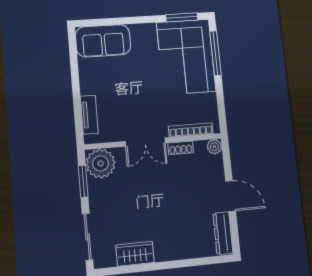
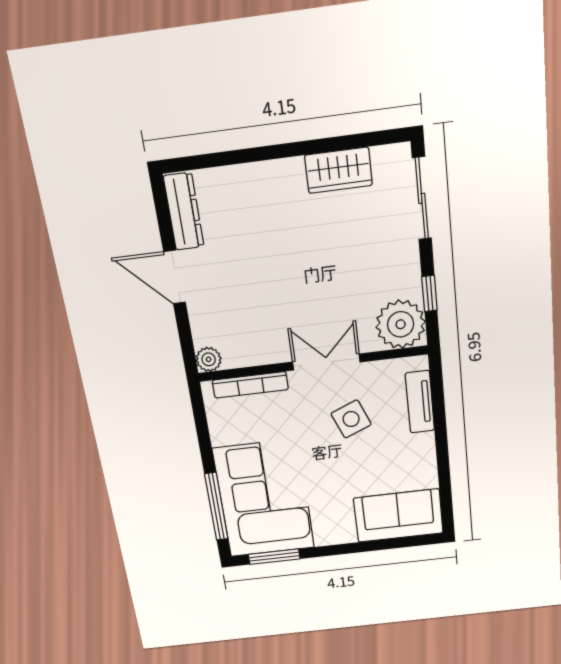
side table: (131, 106) -> (351, 419), added
shoe rack: (181, 148) -> (266, 355), removed
window: (83, 181) -> (429, 294), width x0.67

